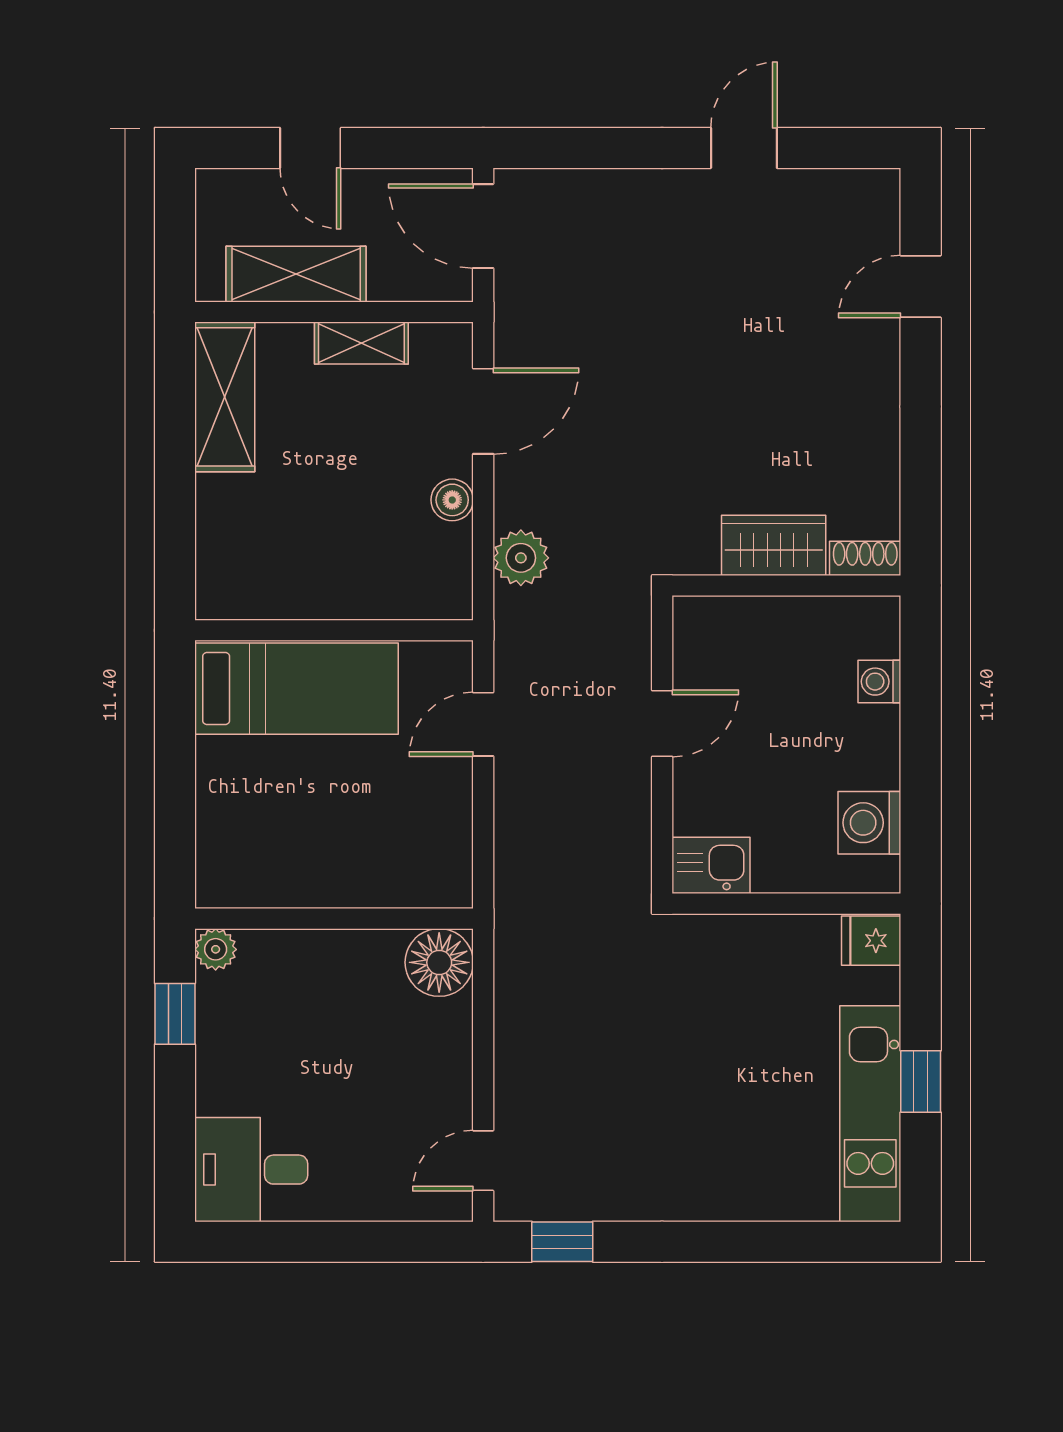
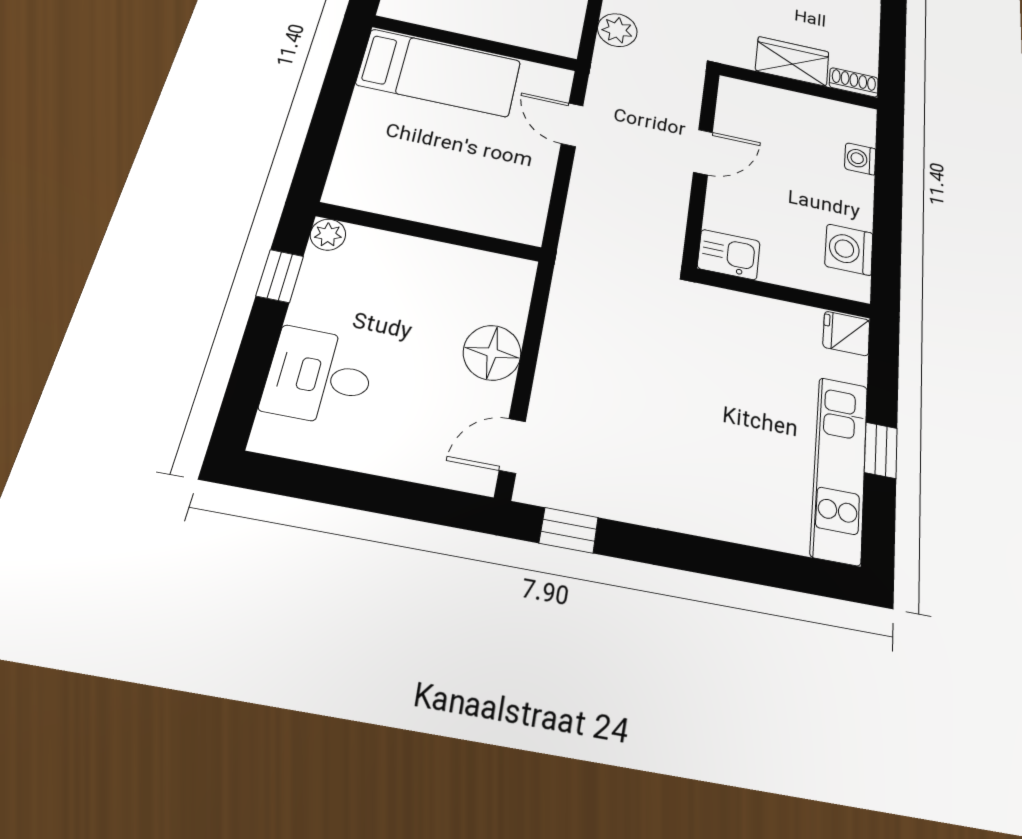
door: (483, 724) -> (572, 125), hinge flipped
floor lamp: (439, 962) -> (492, 353), moved
desk: (251, 1170) -> (319, 376), moved

